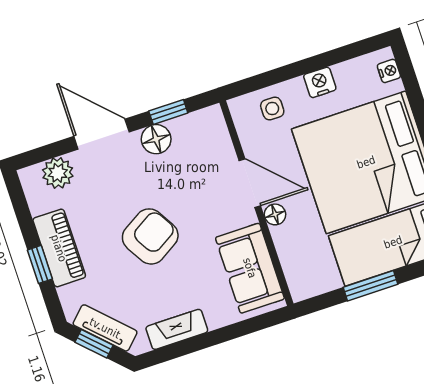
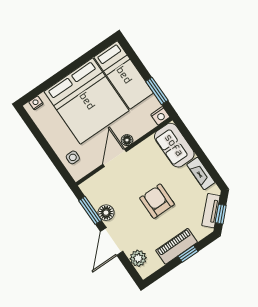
nightstand: (320, 82) -> (160, 116), moved, turned -90
window: (168, 112) -> (90, 210), width x1.50
armchair: (150, 236) -> (157, 201), turned 31
sofa: (250, 268) -> (174, 145), moved, turned 90
window: (370, 286) -> (157, 91), moved

